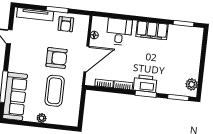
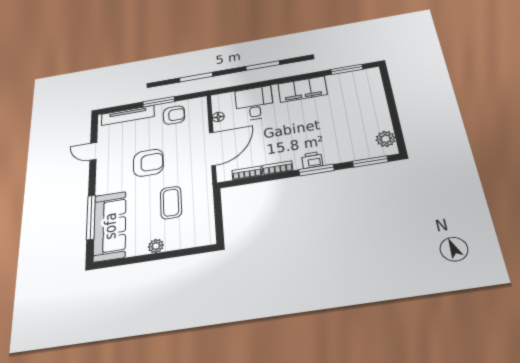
armchair: (66, 24) -> (174, 115), turned -90
armchair: (57, 58) -> (148, 163), moved
printer: (145, 84) -> (312, 160), width x0.53, depth x0.68
coffee table: (55, 91) -> (171, 203), width x0.73, depth x0.76

